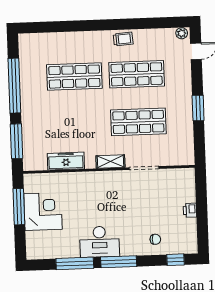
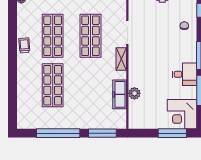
plant: (68, 180) -> (134, 93), added
window: (19, 207) -> (172, 133), moved
corner desk: (43, 211) -> (182, 114), moved, turned -90
desk: (100, 242) -> (185, 74), width x0.73

